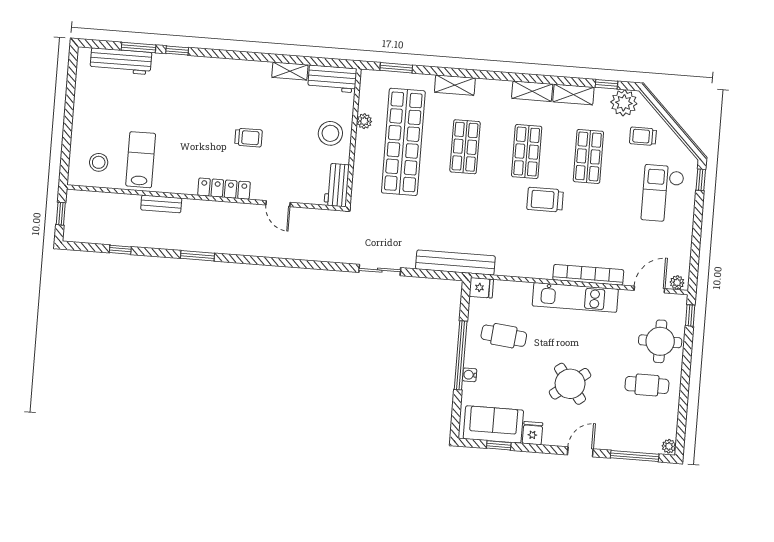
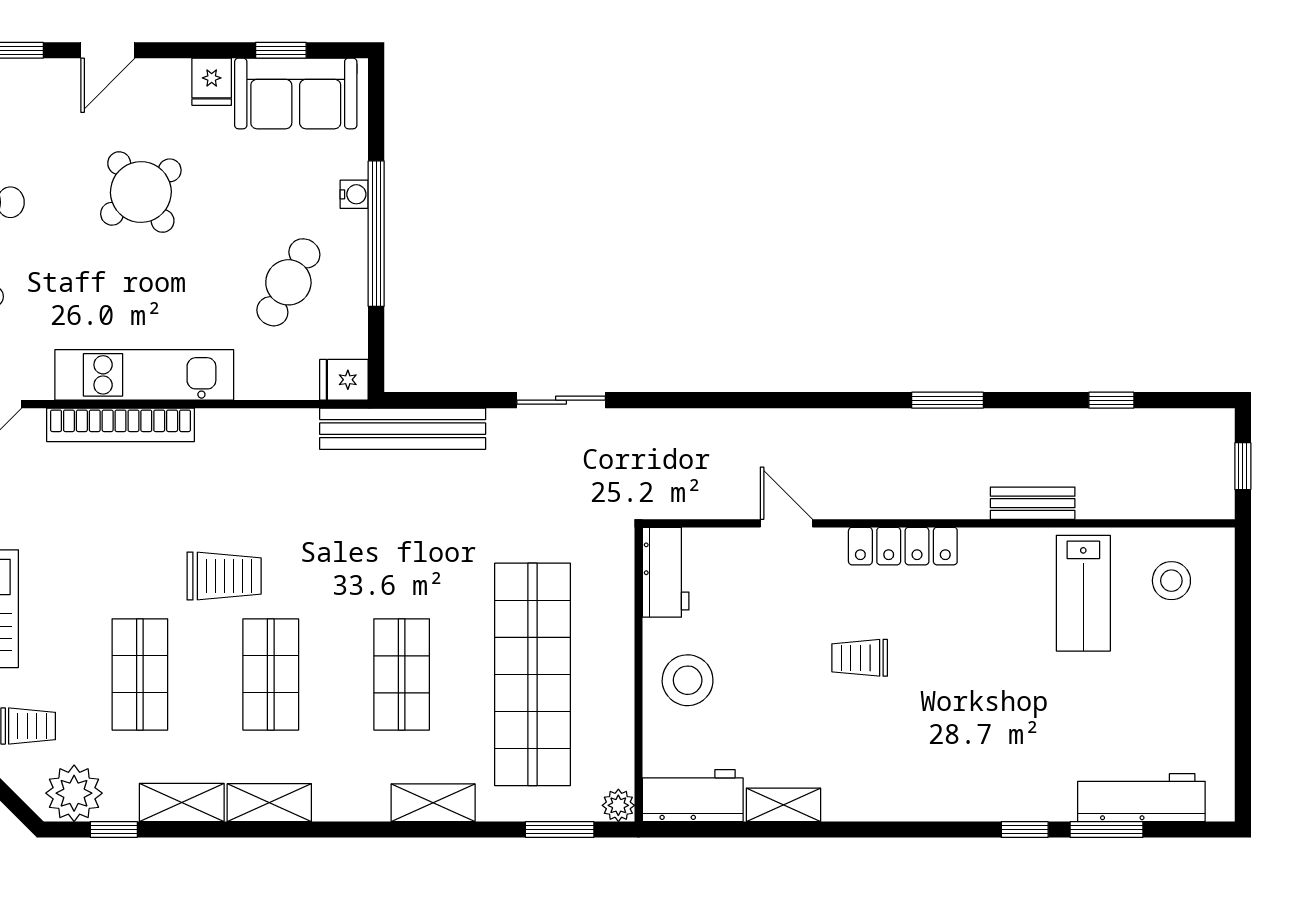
plant: (364, 121) -> (618, 805), moved
cafe table: (504, 336) -> (288, 282), turned -67

